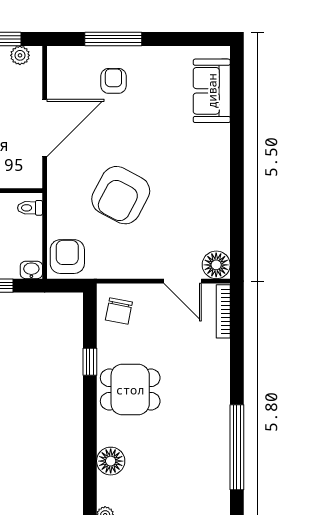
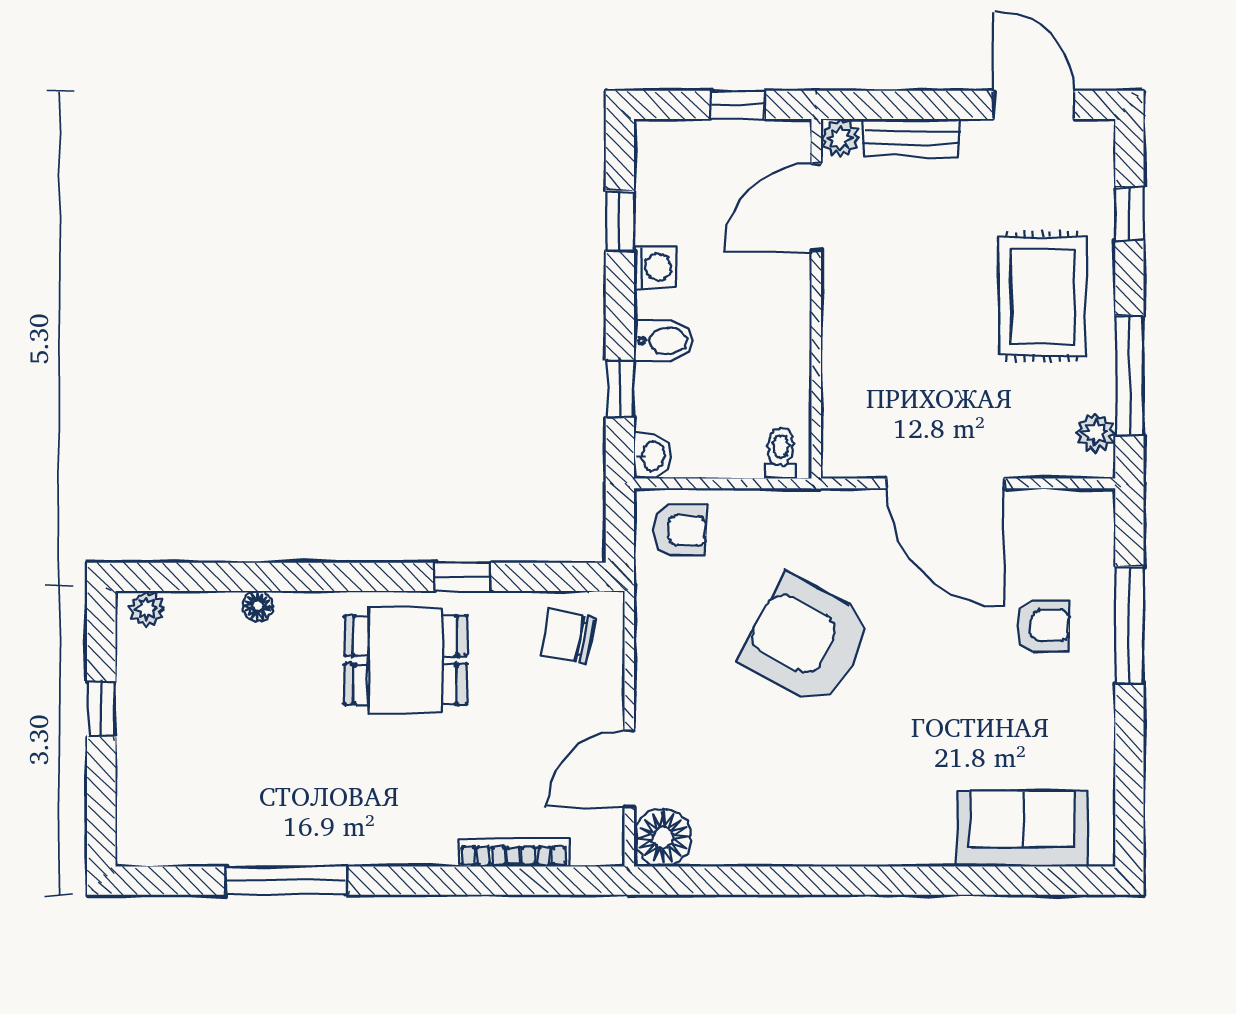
armchair: (67, 257) -> (680, 530), width x0.72, depth x0.72
bookcase: (223, 311) -> (514, 852), moved
dining table: (130, 390) -> (405, 660), turned 90
window: (237, 447) -> (286, 881), width x0.68
floor lamp: (111, 461) -> (258, 606), width x0.53, depth x0.53

